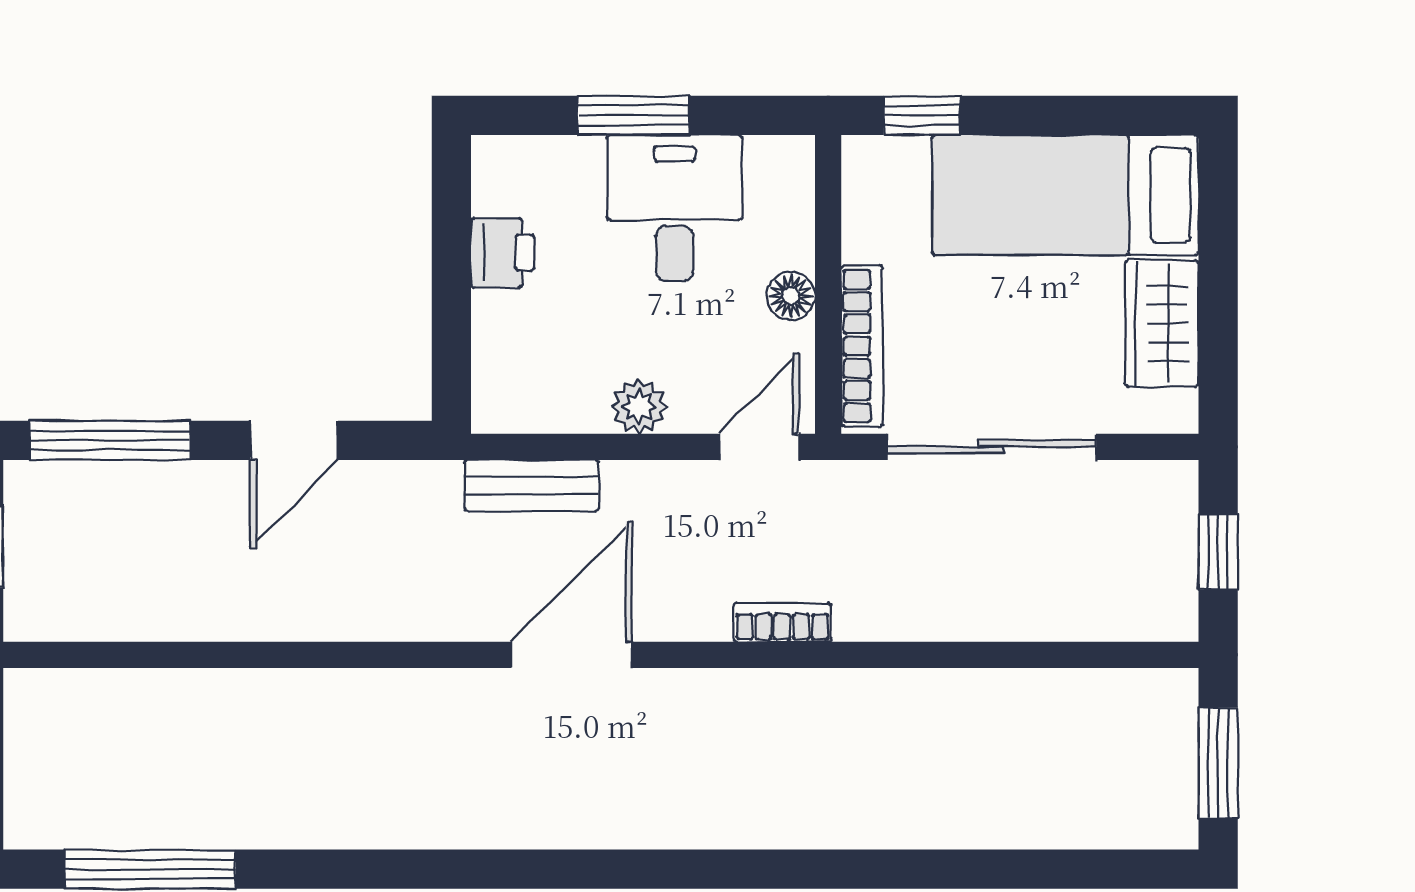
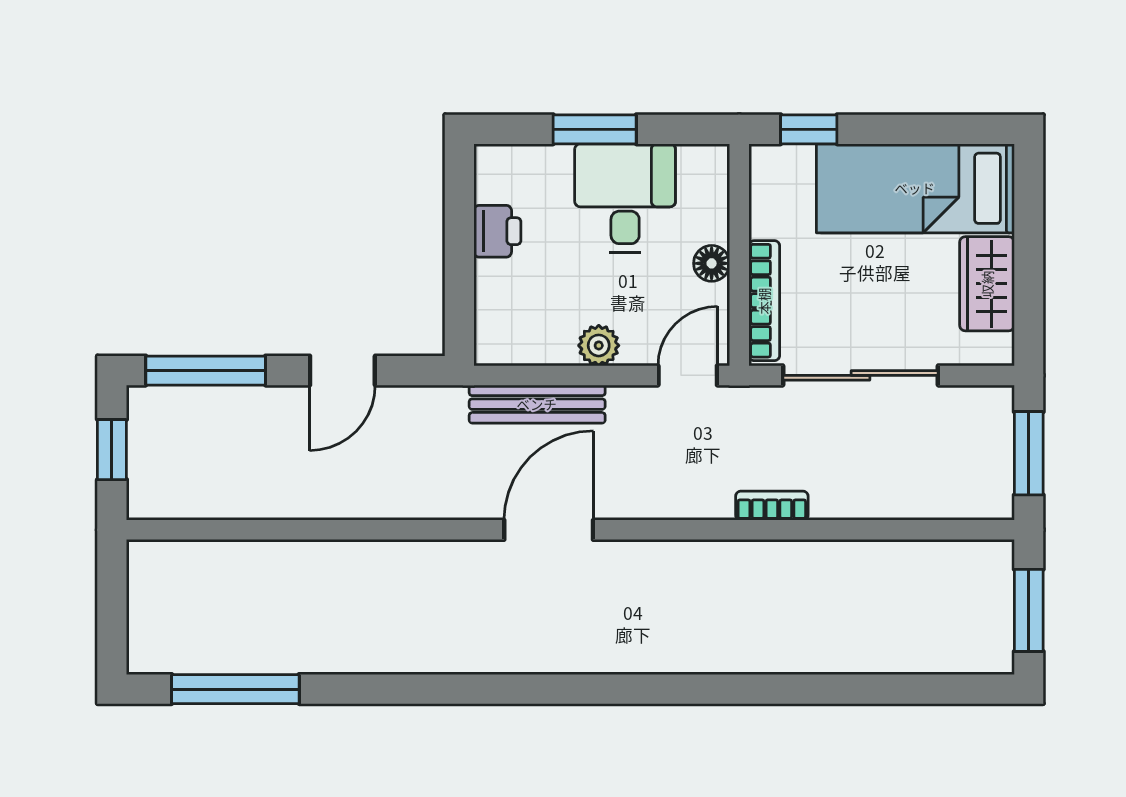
bench: (532, 485) -> (537, 404), width x1.36
window: (1218, 552) -> (1029, 453), width x1.50
bookcase: (782, 622) -> (772, 506), moved

